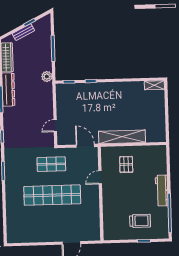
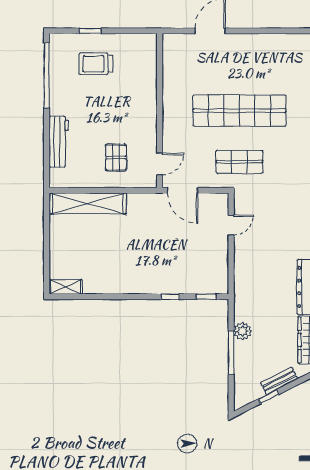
plant: (47, 76) -> (243, 331), moved
shelving: (122, 137) -> (88, 203), moved
door: (100, 177) -> (160, 164), moved
workbench: (162, 190) -> (59, 142), moved

